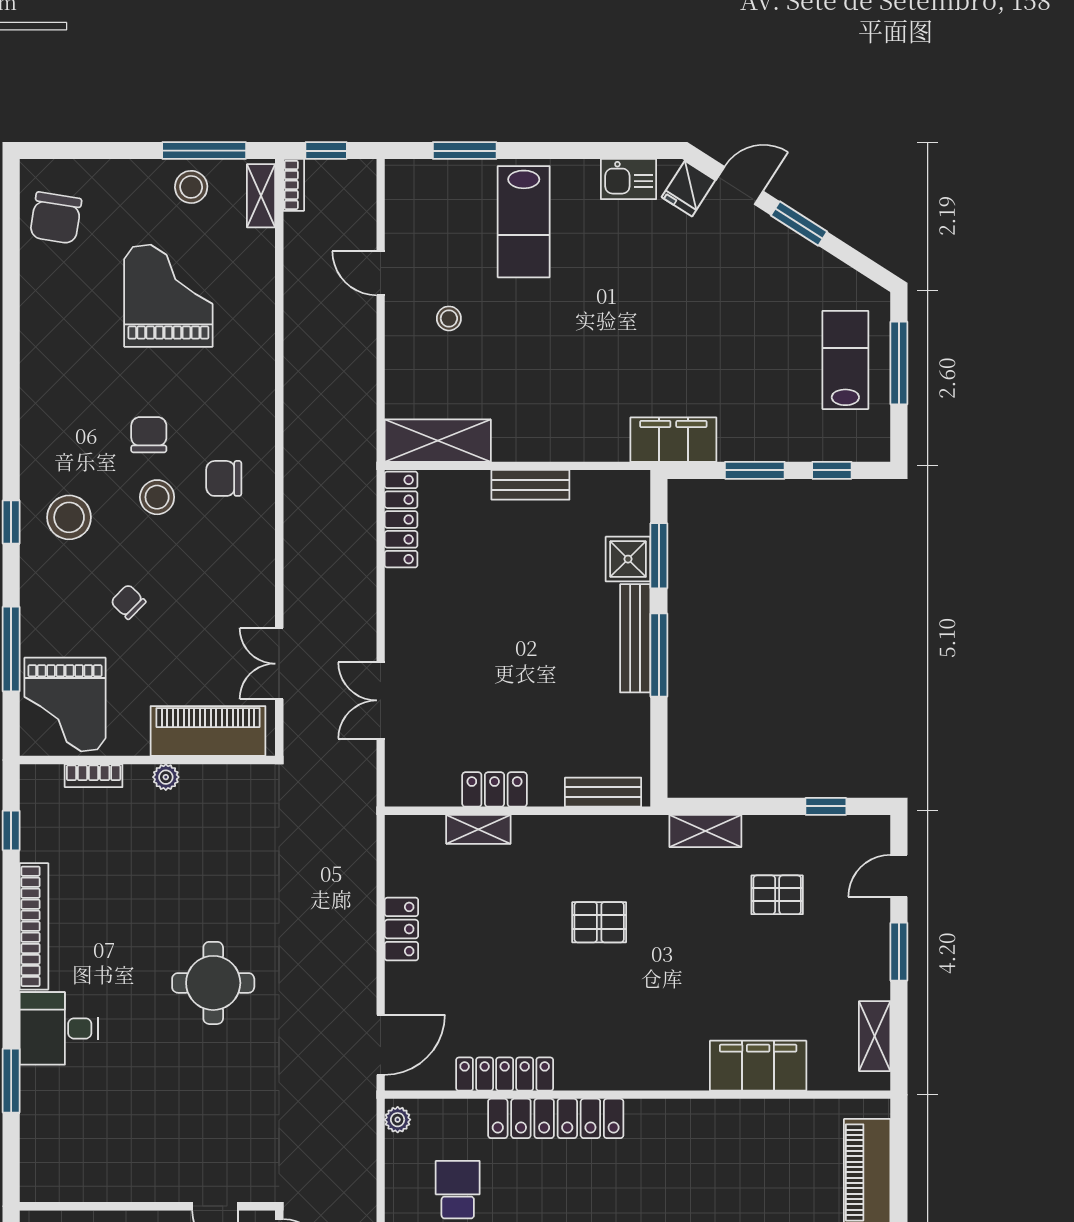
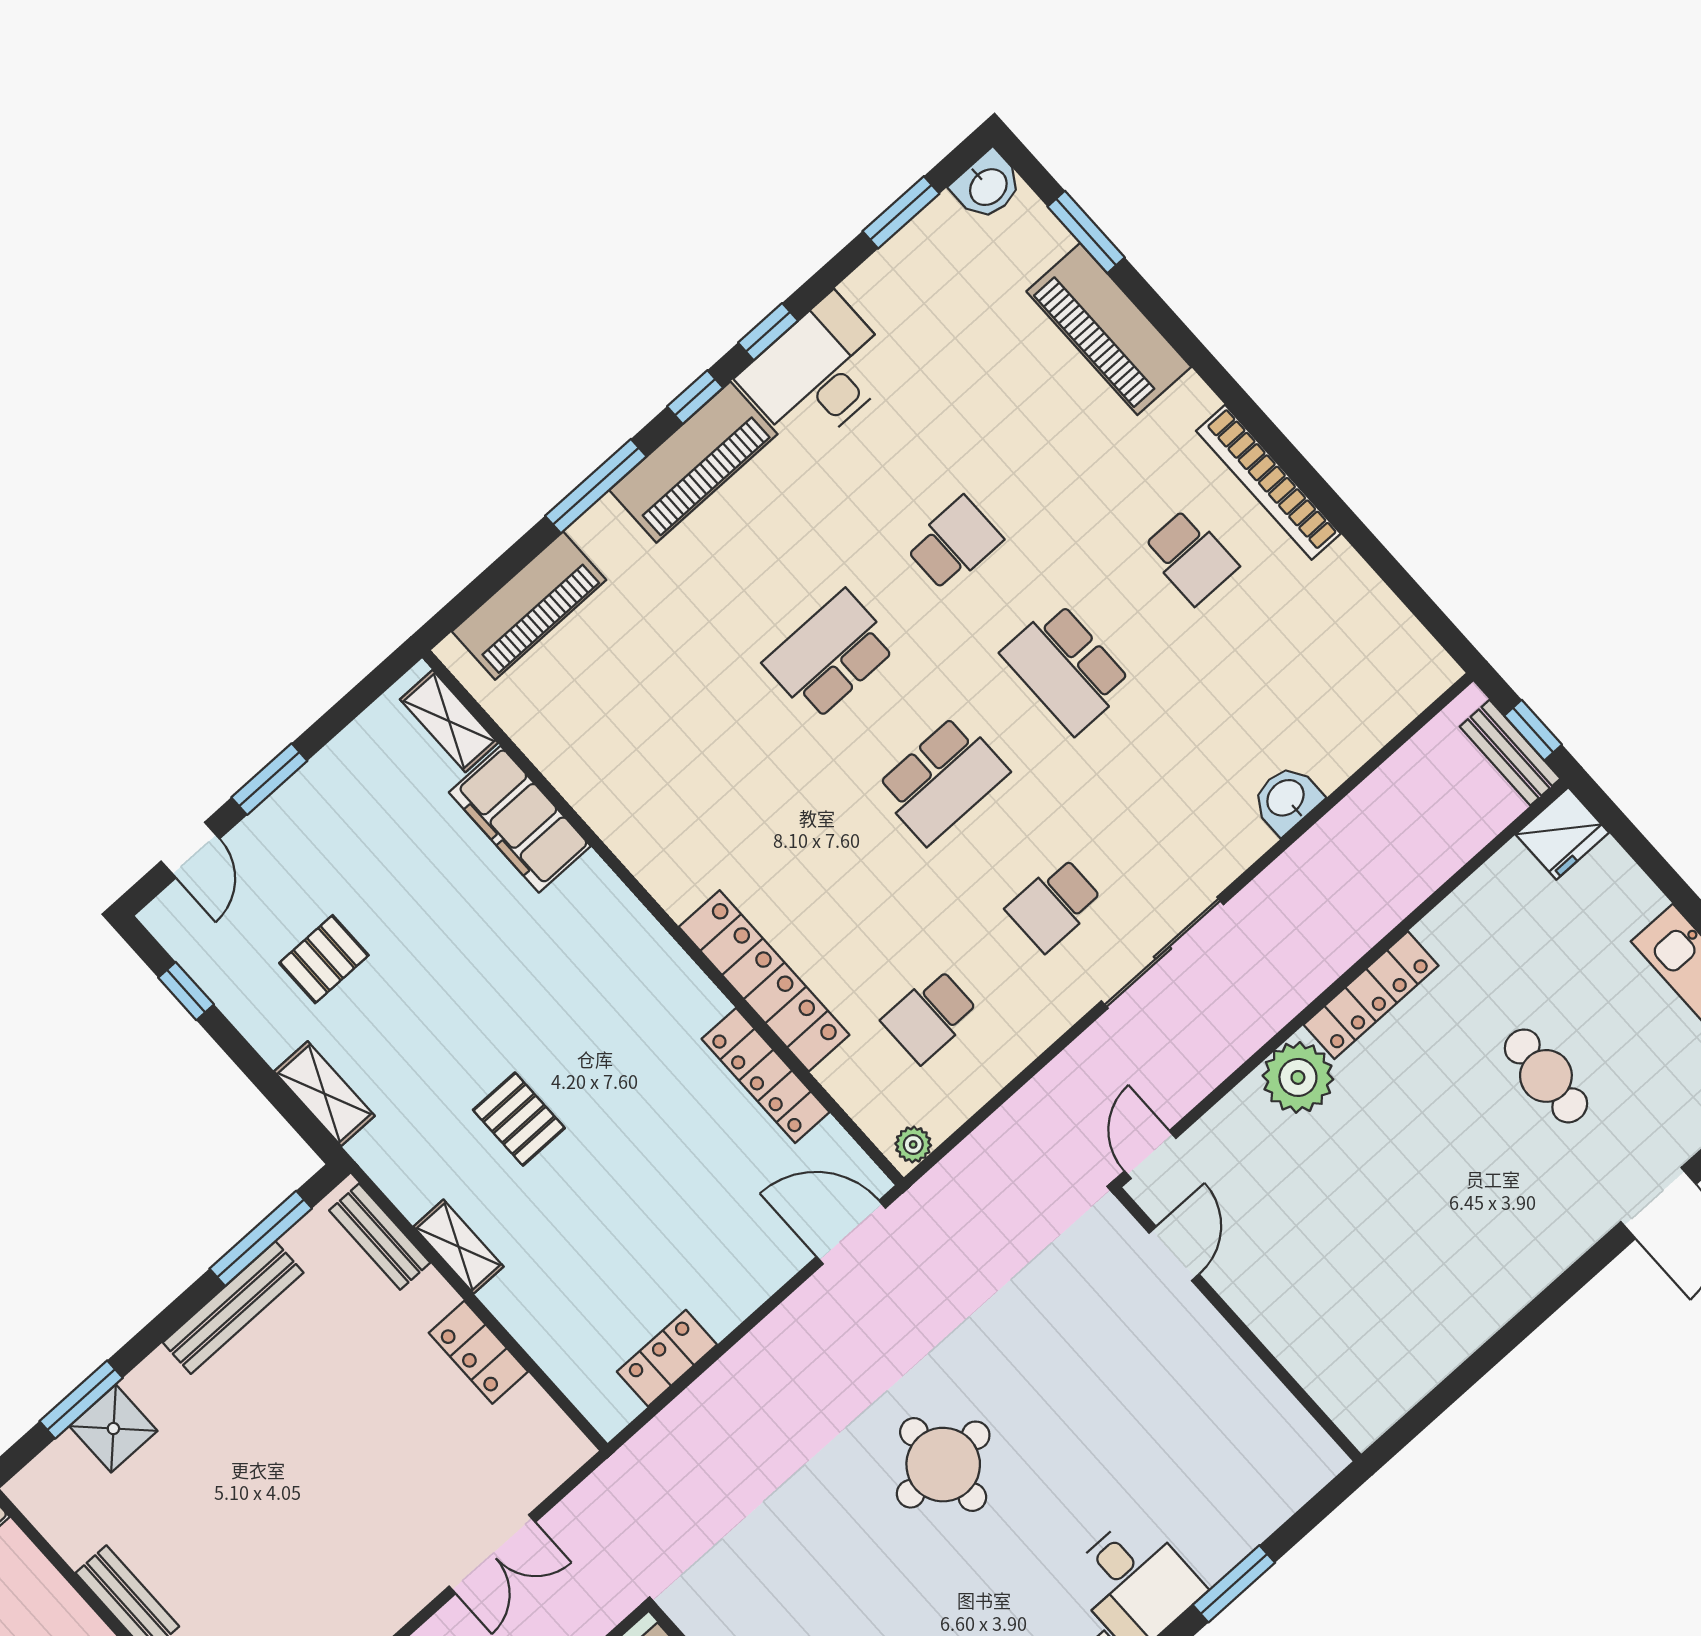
bench: (635, 638) -> (233, 1308), moved
window: (659, 655) -> (261, 1238), moved
shelving: (478, 829) -> (458, 1247), moved
door: (899, 876) -> (190, 850), hinge flipped
pallet: (777, 895) -> (324, 959), turned 90
locker: (401, 929) -> (667, 1358), moved
shelving: (875, 1036) -> (449, 721), moved, turned 90

